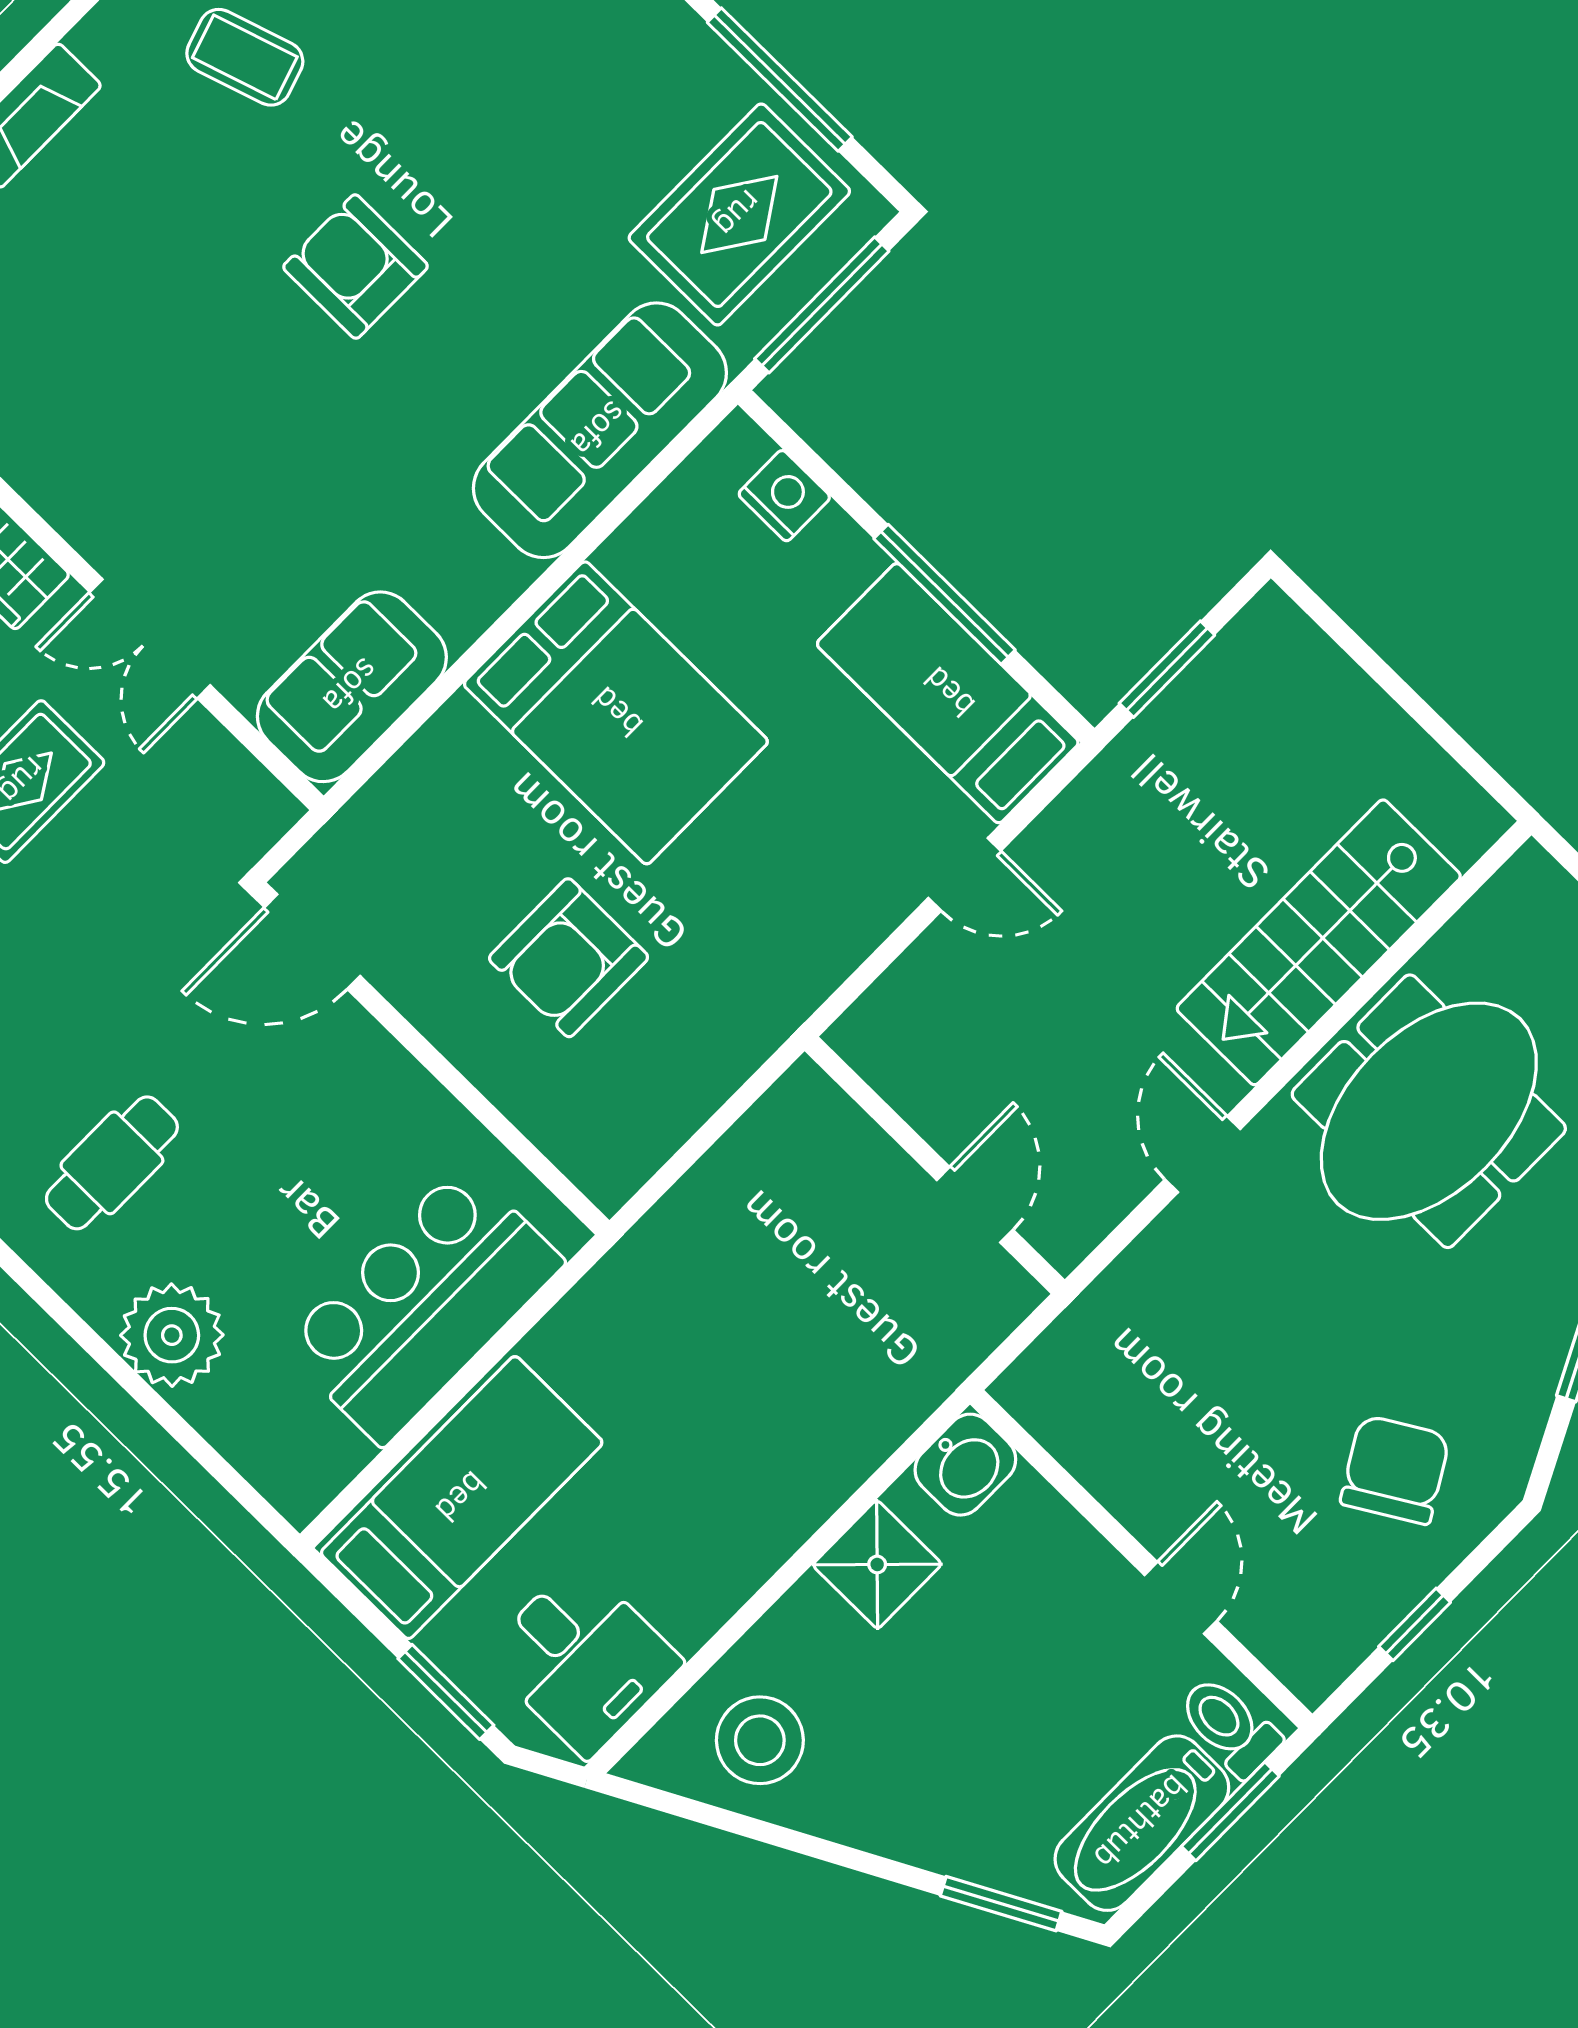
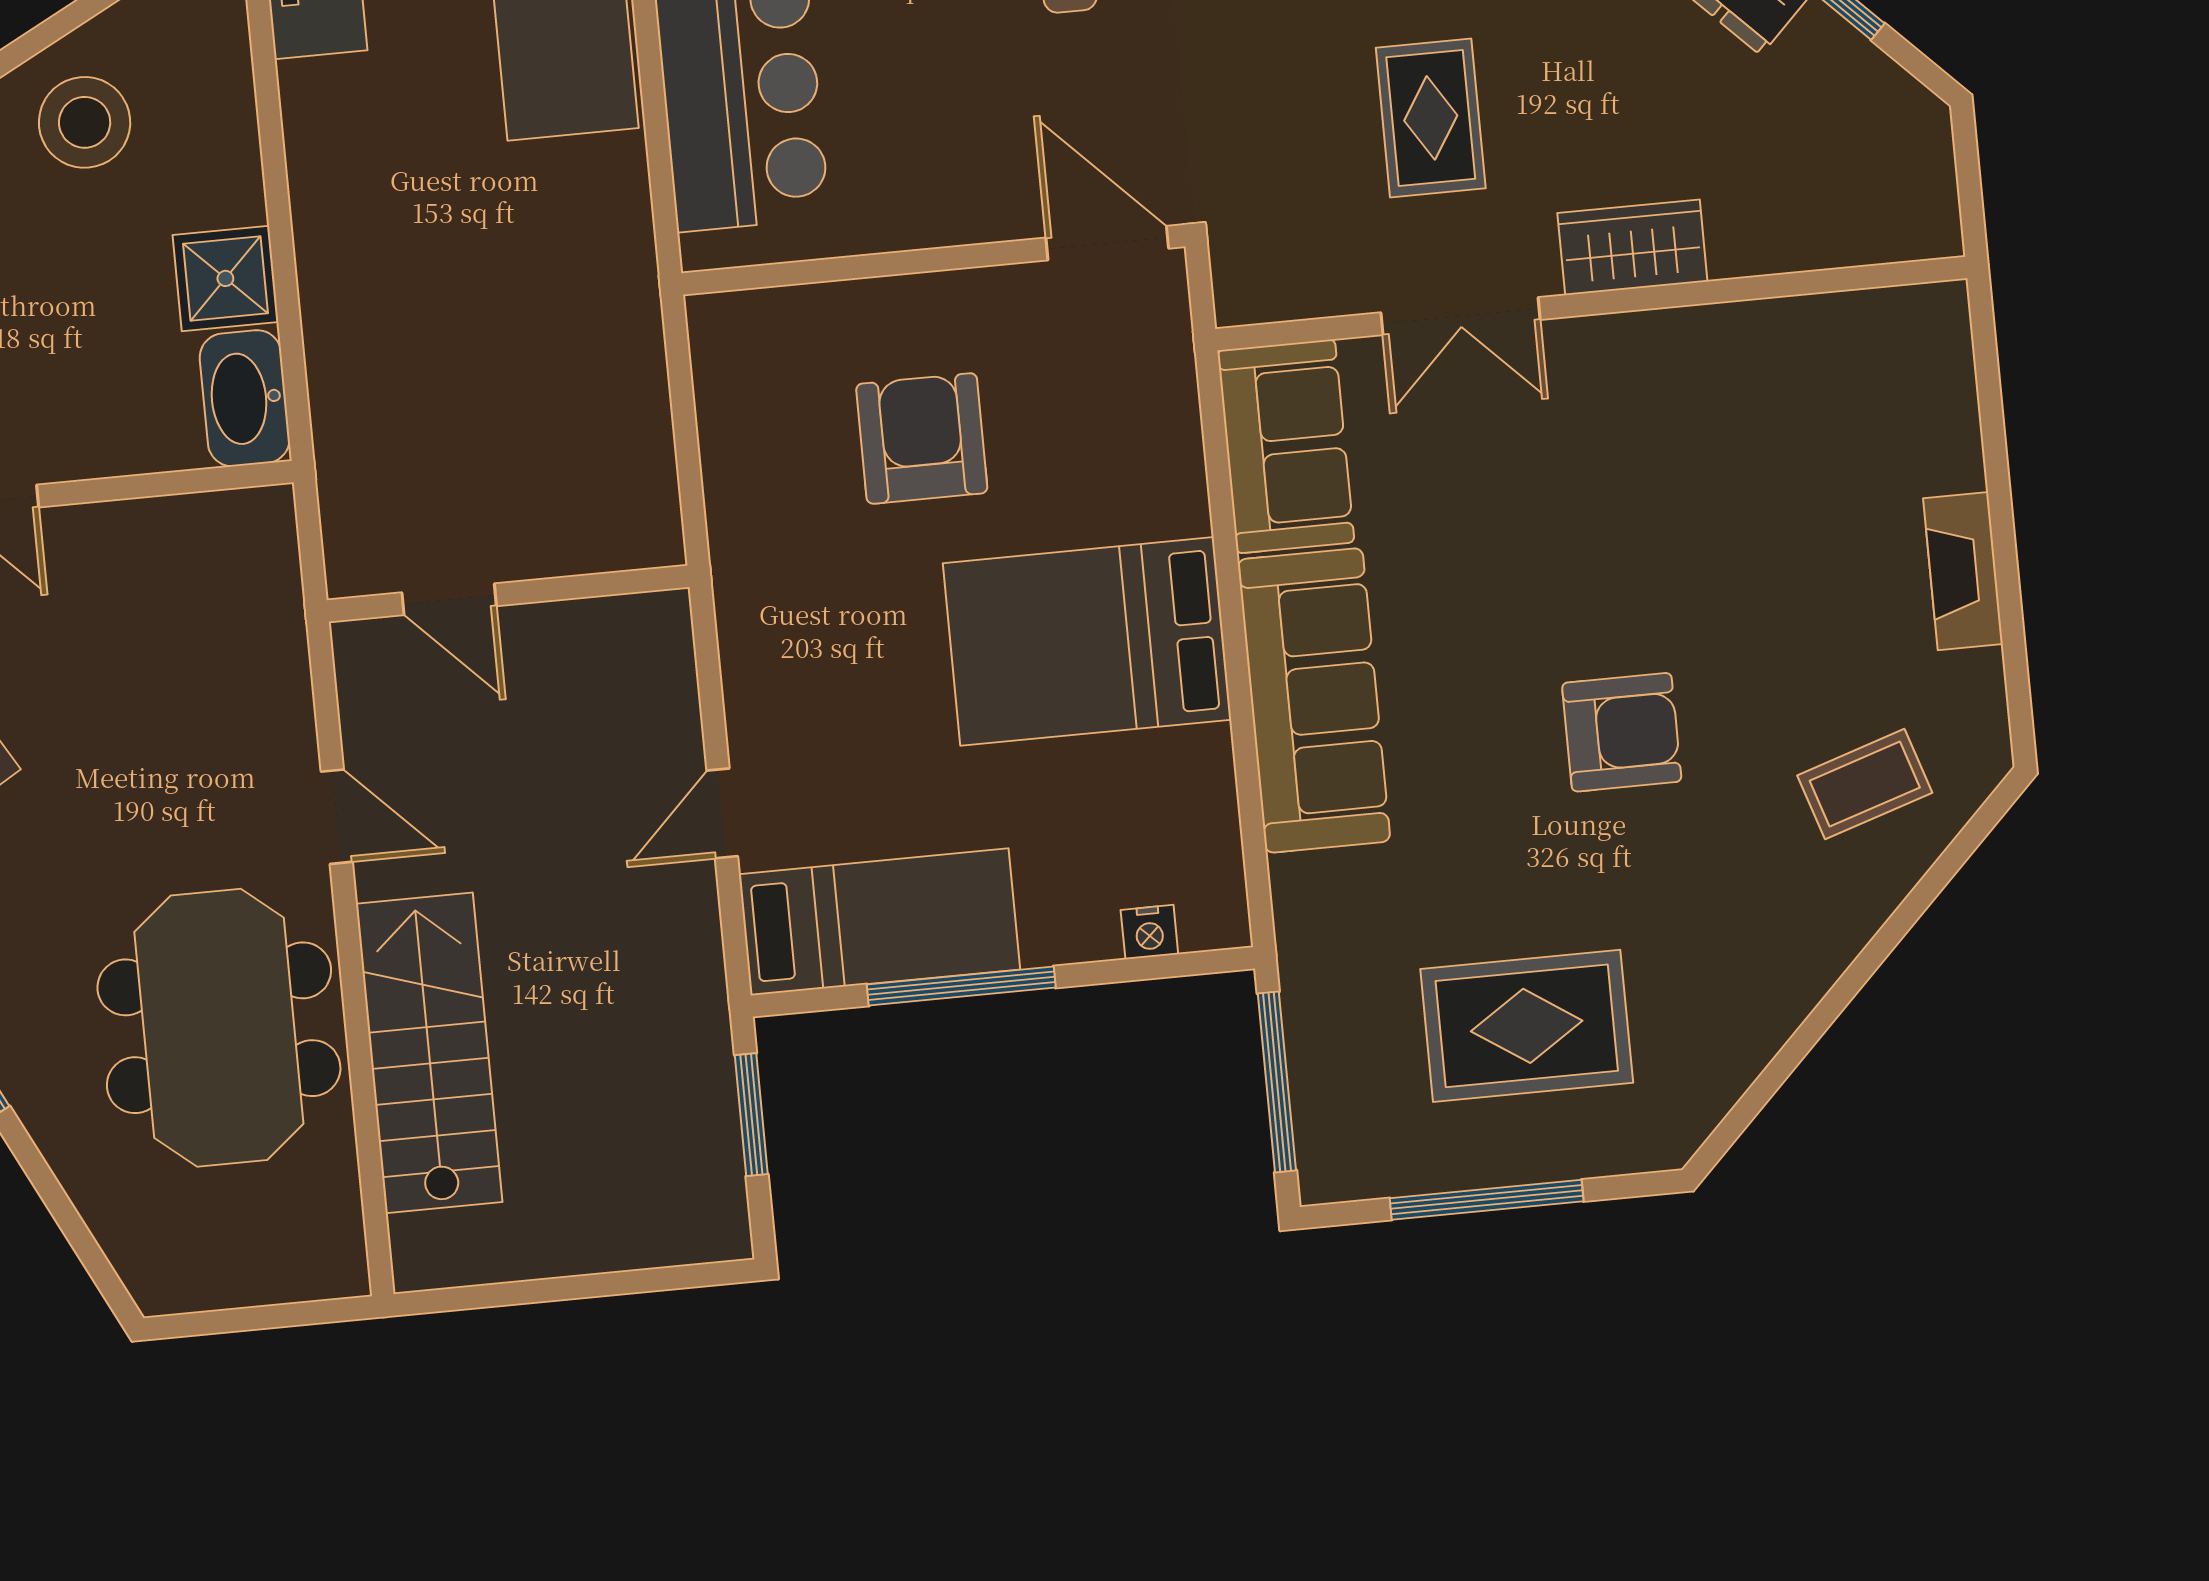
rug: (739, 215) -> (1527, 1026), moved, turned 90
sofa: (600, 430) -> (1314, 700), moved
nightstand: (784, 496) -> (1149, 932), width x0.72, depth x0.74
double door: (150, 639) -> (1460, 316), swing flipped
door: (312, 942) -> (1107, 243), hinge flipped
washbasin: (965, 1465) -> (245, 398), width x1.38
stool: (760, 1740) -> (85, 122), moved

